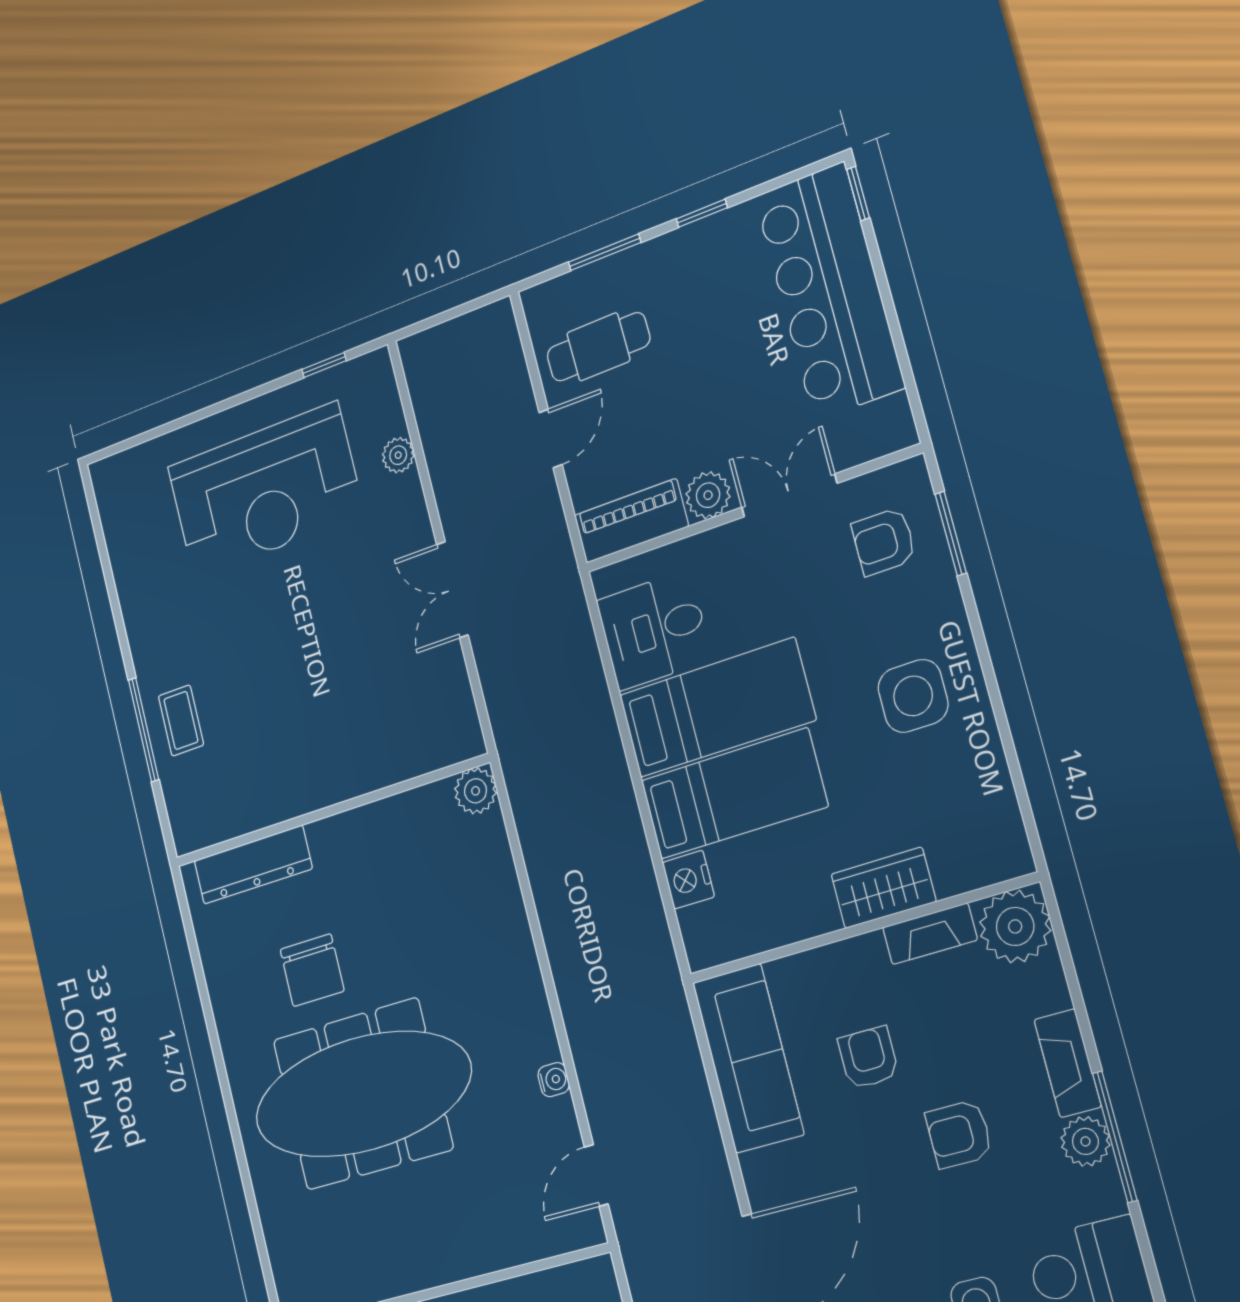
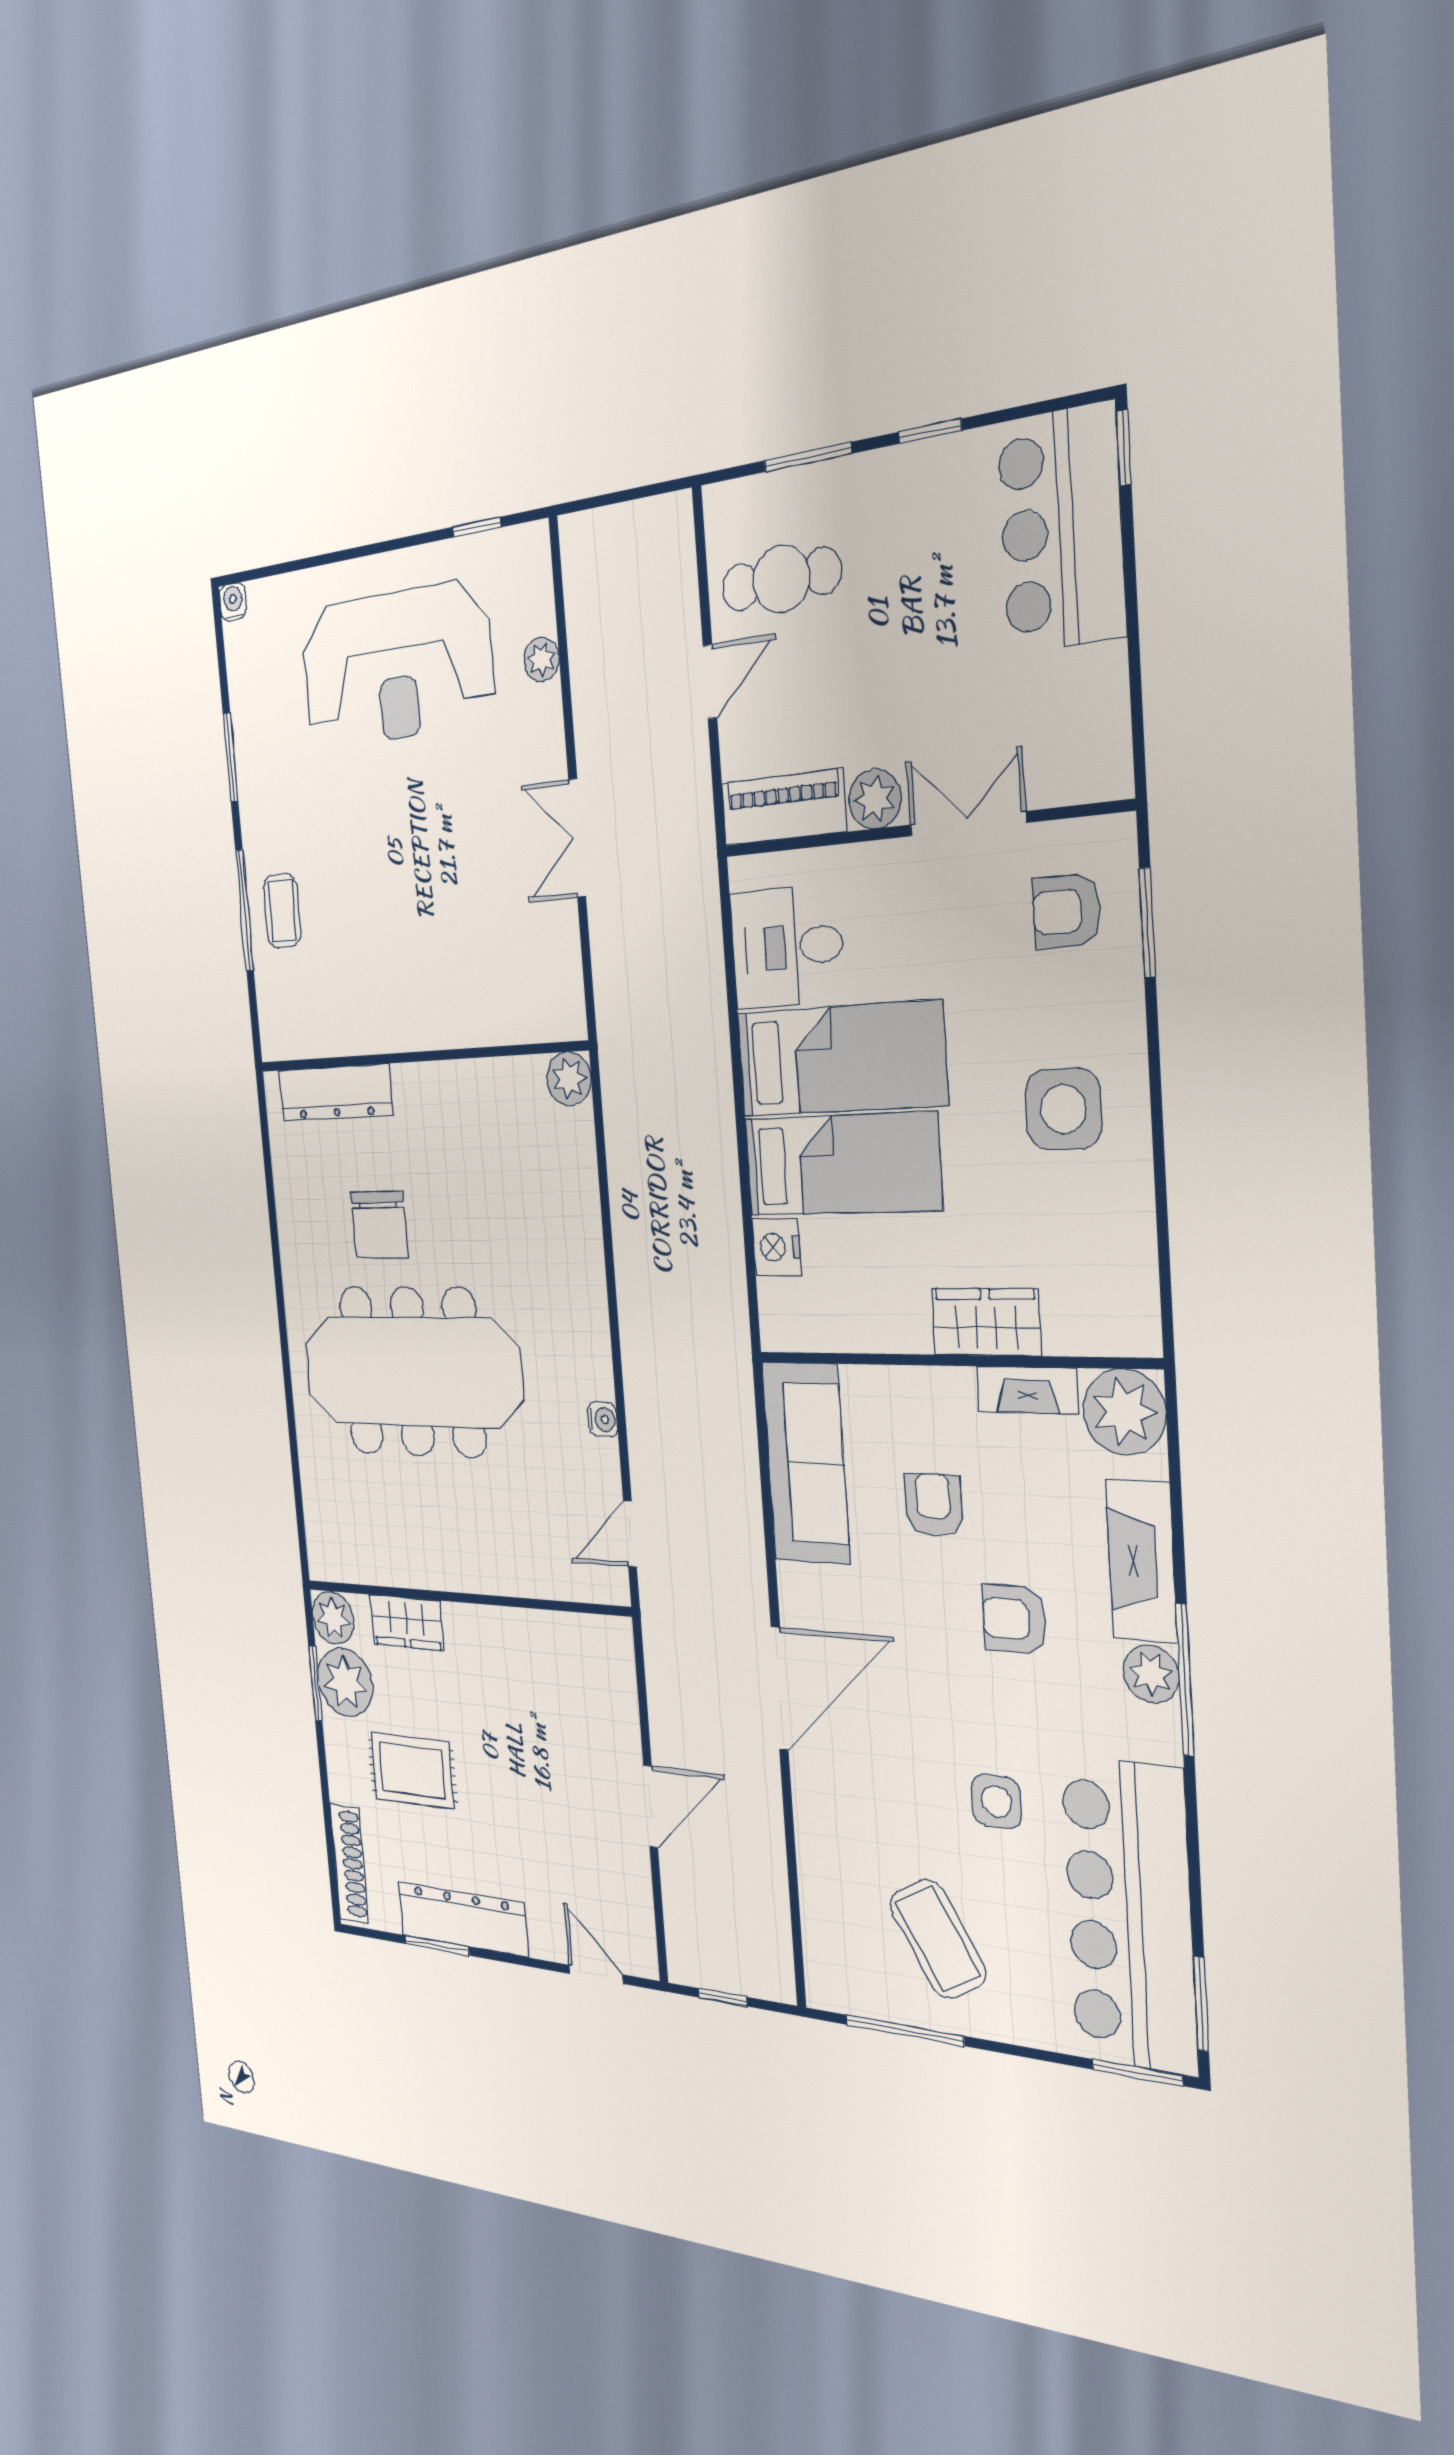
bar counter: (829, 291) -> (1061, 529), width x0.73
water cooler: (102, 474) -> (233, 602), added
window: (115, 603) -> (231, 757), added
fireplace: (1068, 1063) -> (1141, 1561), width x1.37, depth x1.32

